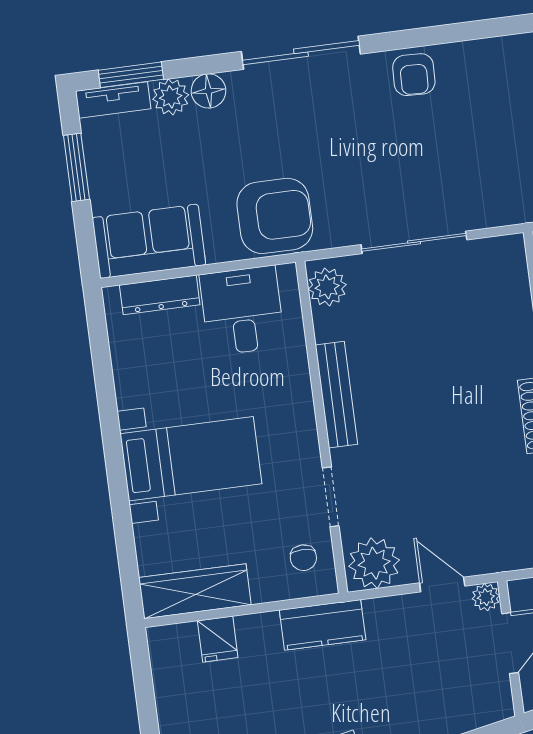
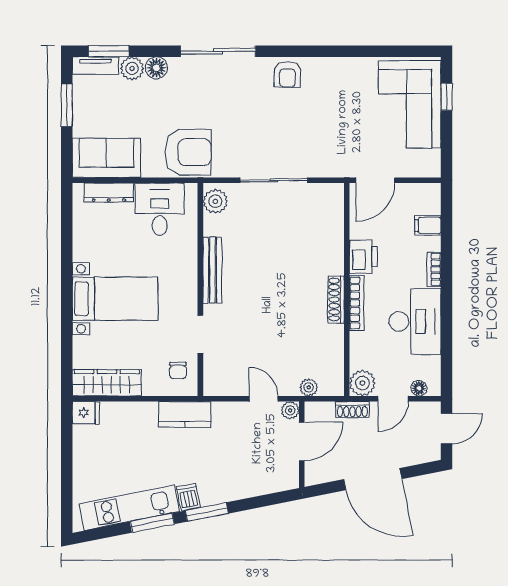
plant: (374, 563) -> (309, 387), moved, width x0.53, depth x0.53
fridge: (218, 639) -> (86, 413), moved, turned -90

